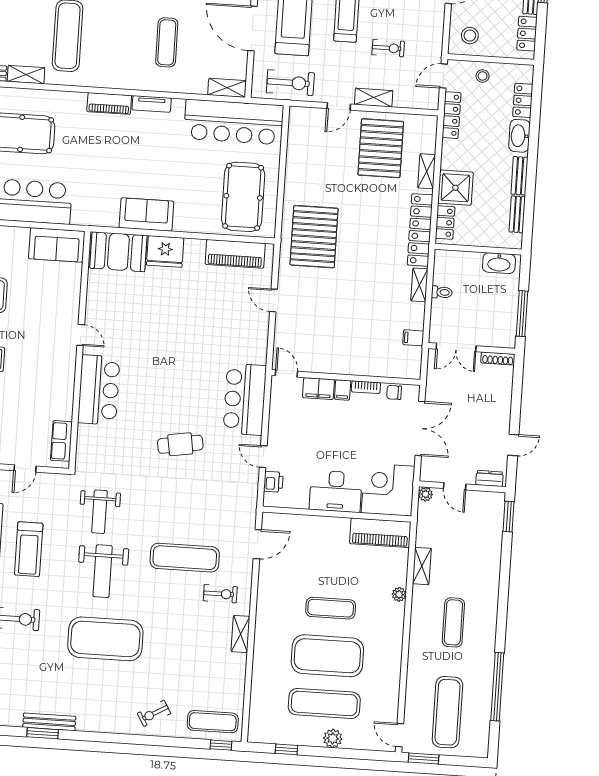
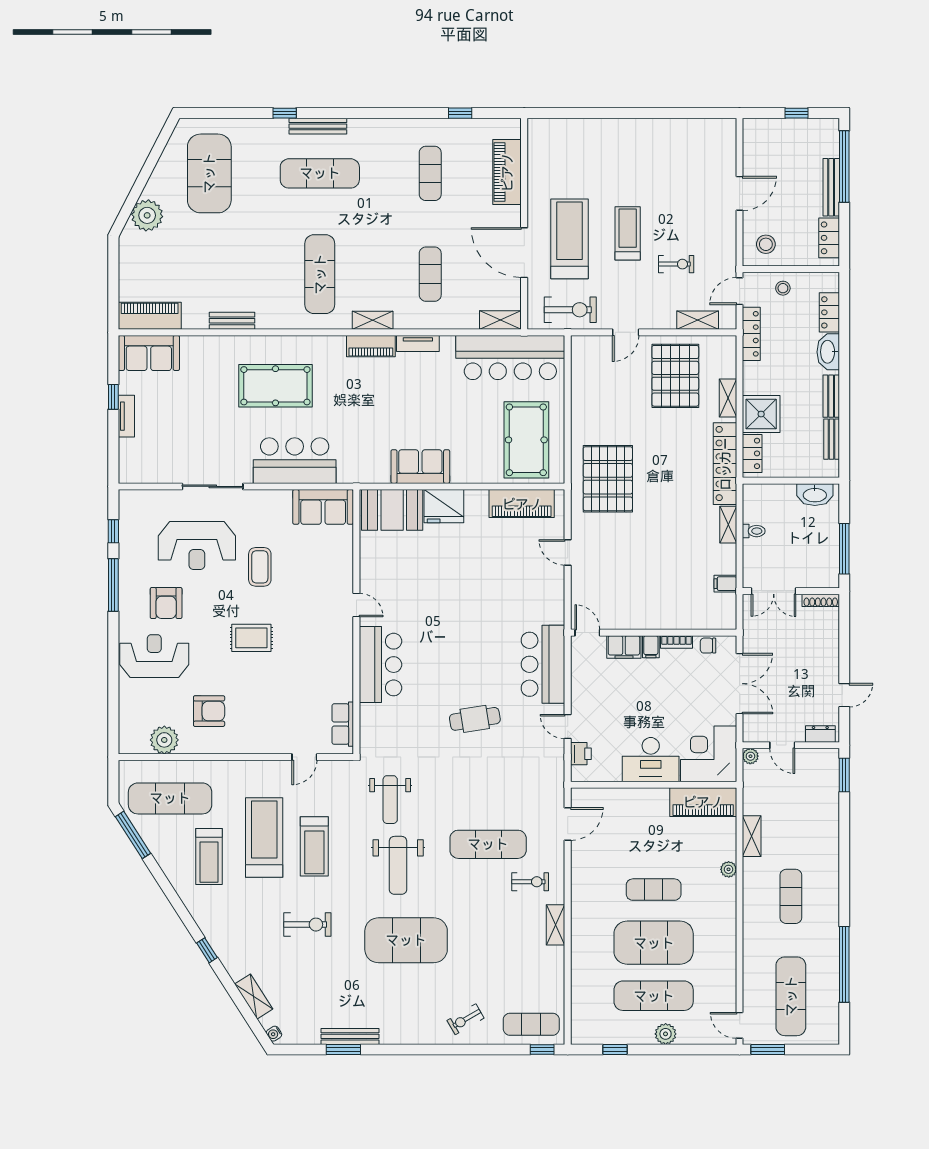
shelving: (26, 75) -> (373, 320), moved
shelving: (374, 98) -> (698, 320), moved

